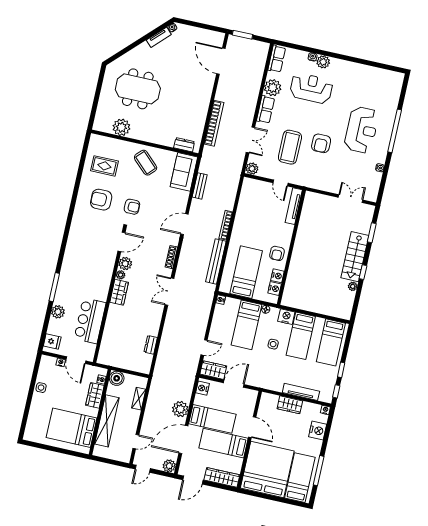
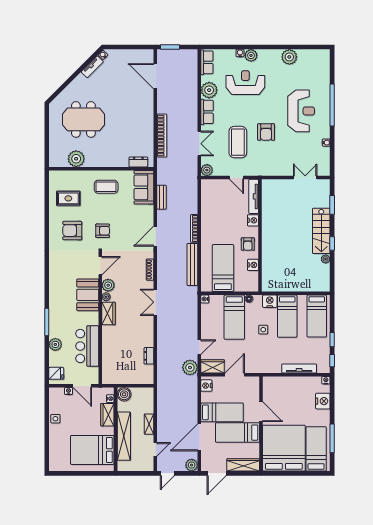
plant: (362, 72) -> (289, 57), added
coffee table: (146, 163) -> (106, 187), turned -44
booth: (102, 269) -> (88, 295), added
nightstand: (275, 289) -> (253, 220), moved
shelving: (139, 399) -> (149, 424), moved
wardrobe: (290, 405) -> (291, 383), removed
plant: (180, 409) -> (190, 368), moved

